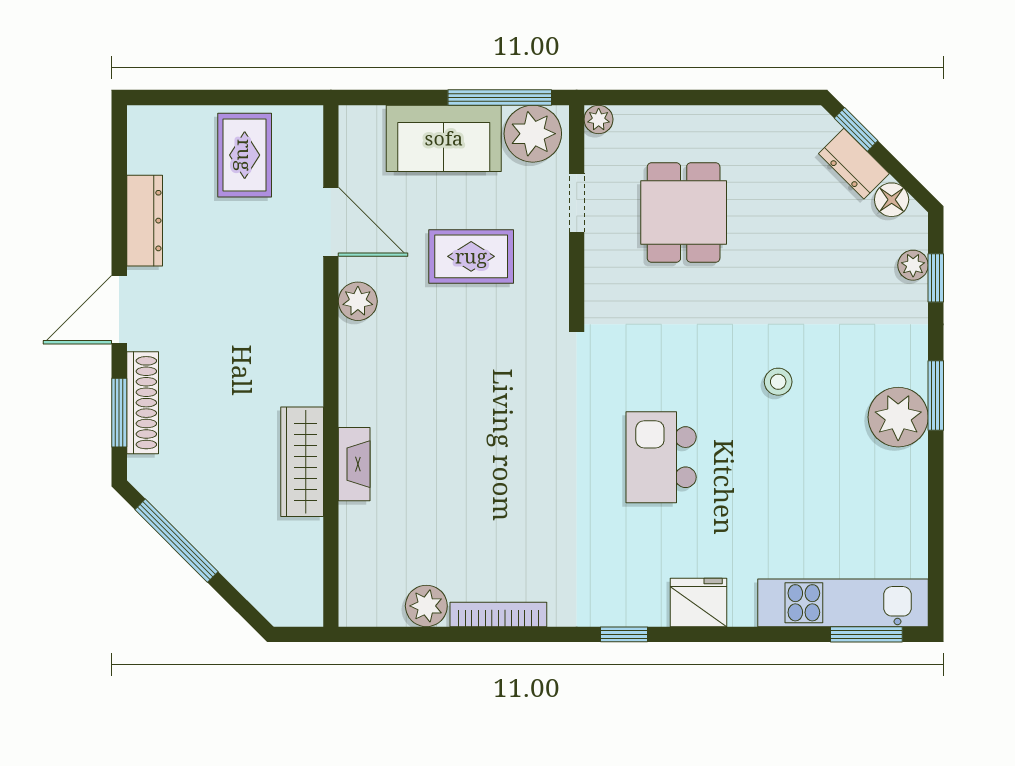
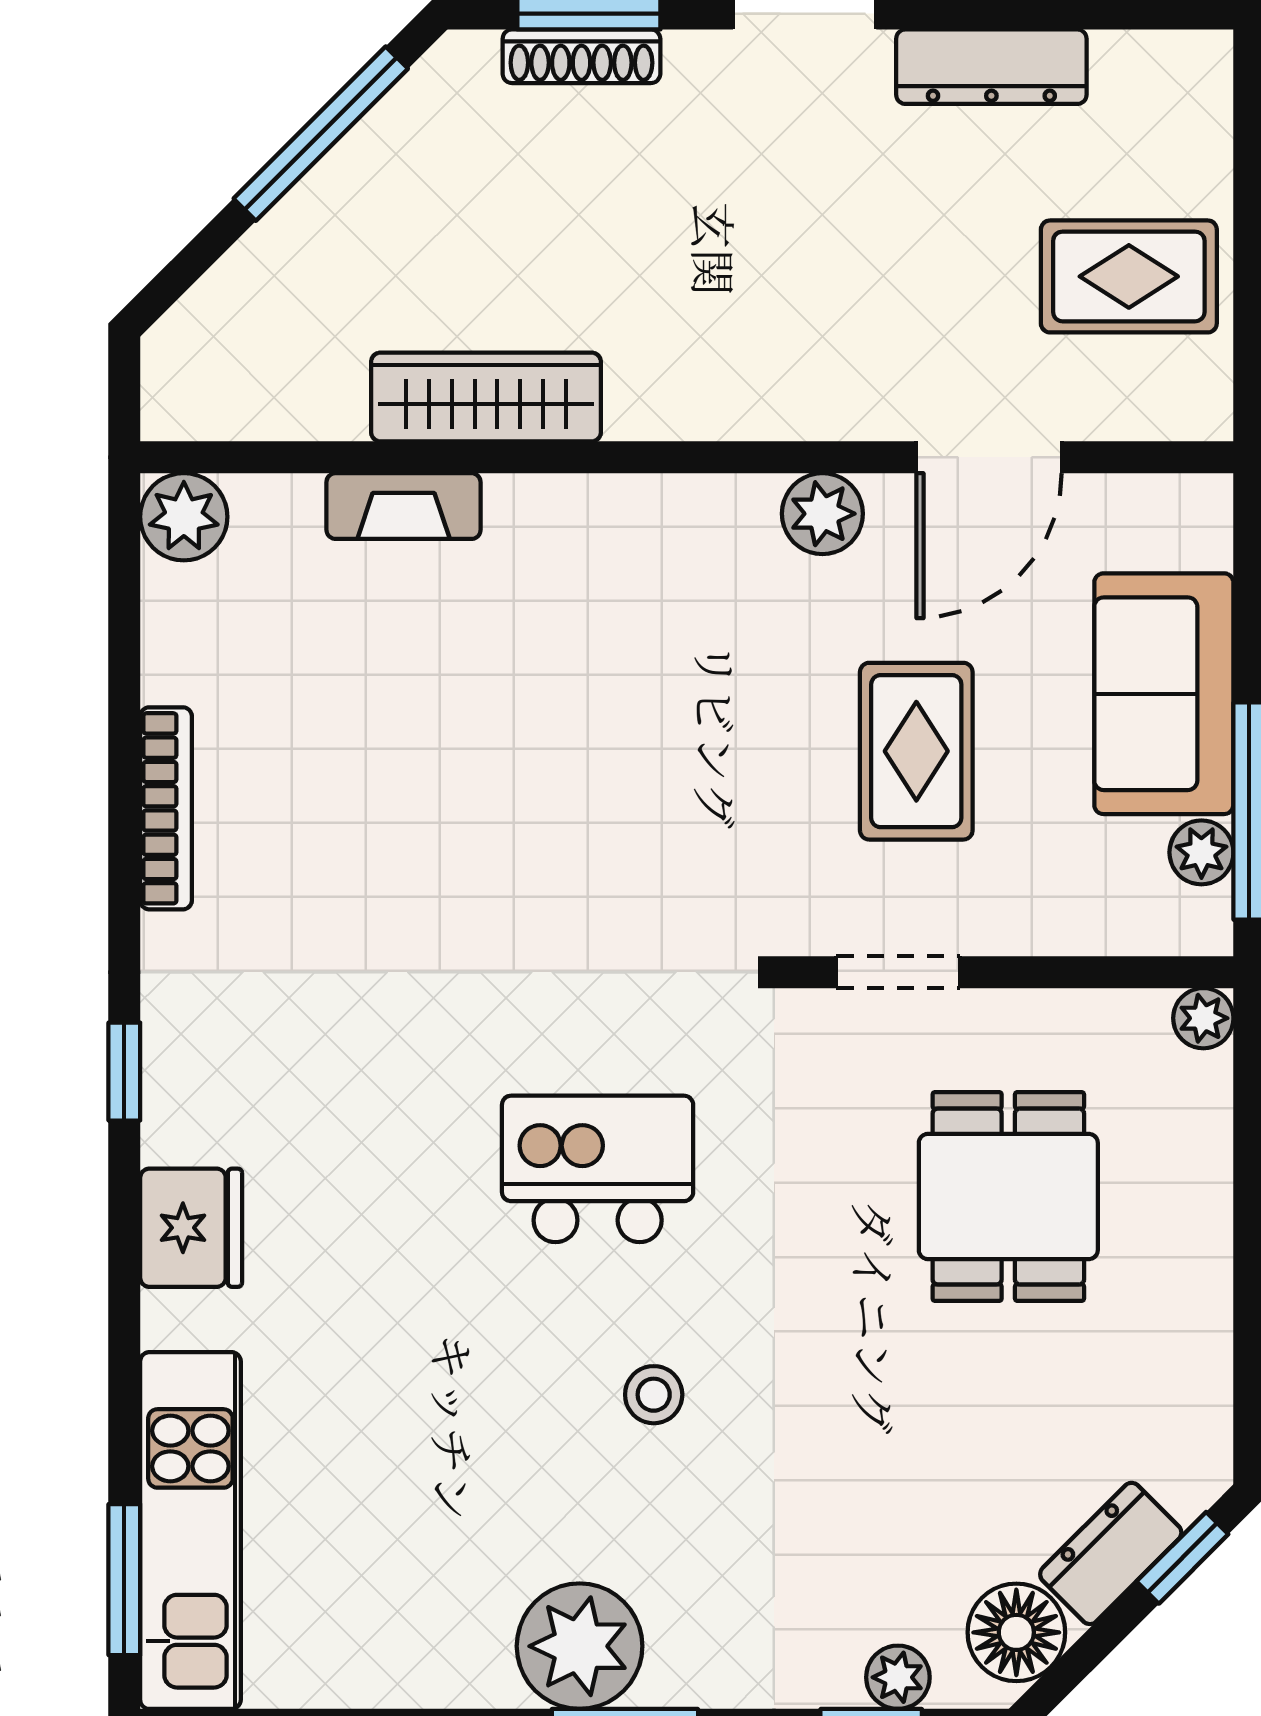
plant: (533, 134) -> (1201, 852), width x0.53, depth x0.53
floor lamp: (892, 200) -> (1016, 1632), width x1.38, depth x1.38
doorway: (577, 203) -> (898, 972), moved
dining table: (684, 213) -> (1008, 1197), turned 90
shoe rack: (143, 403) -> (581, 56), width x0.74, depth x0.81
kitchen island: (661, 457) -> (598, 1169), moved
fireplace: (354, 464) -> (404, 506), moved
plant: (426, 606) -> (184, 517), moved

